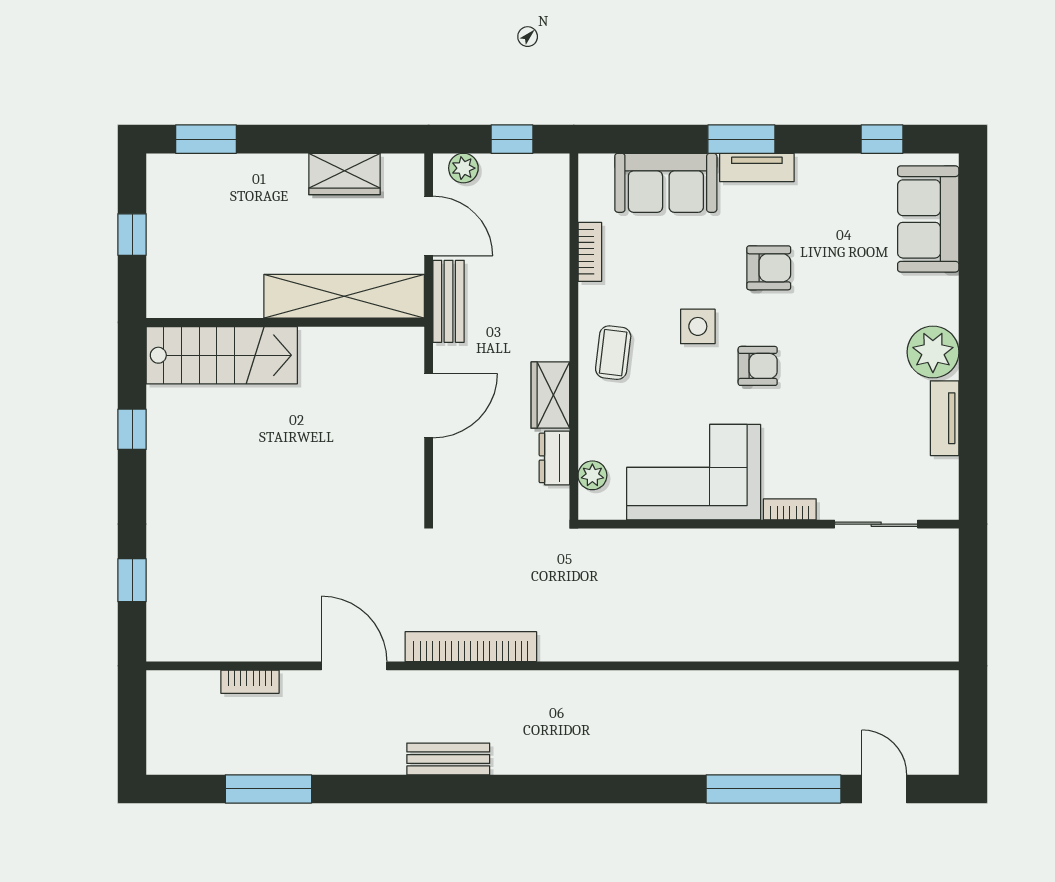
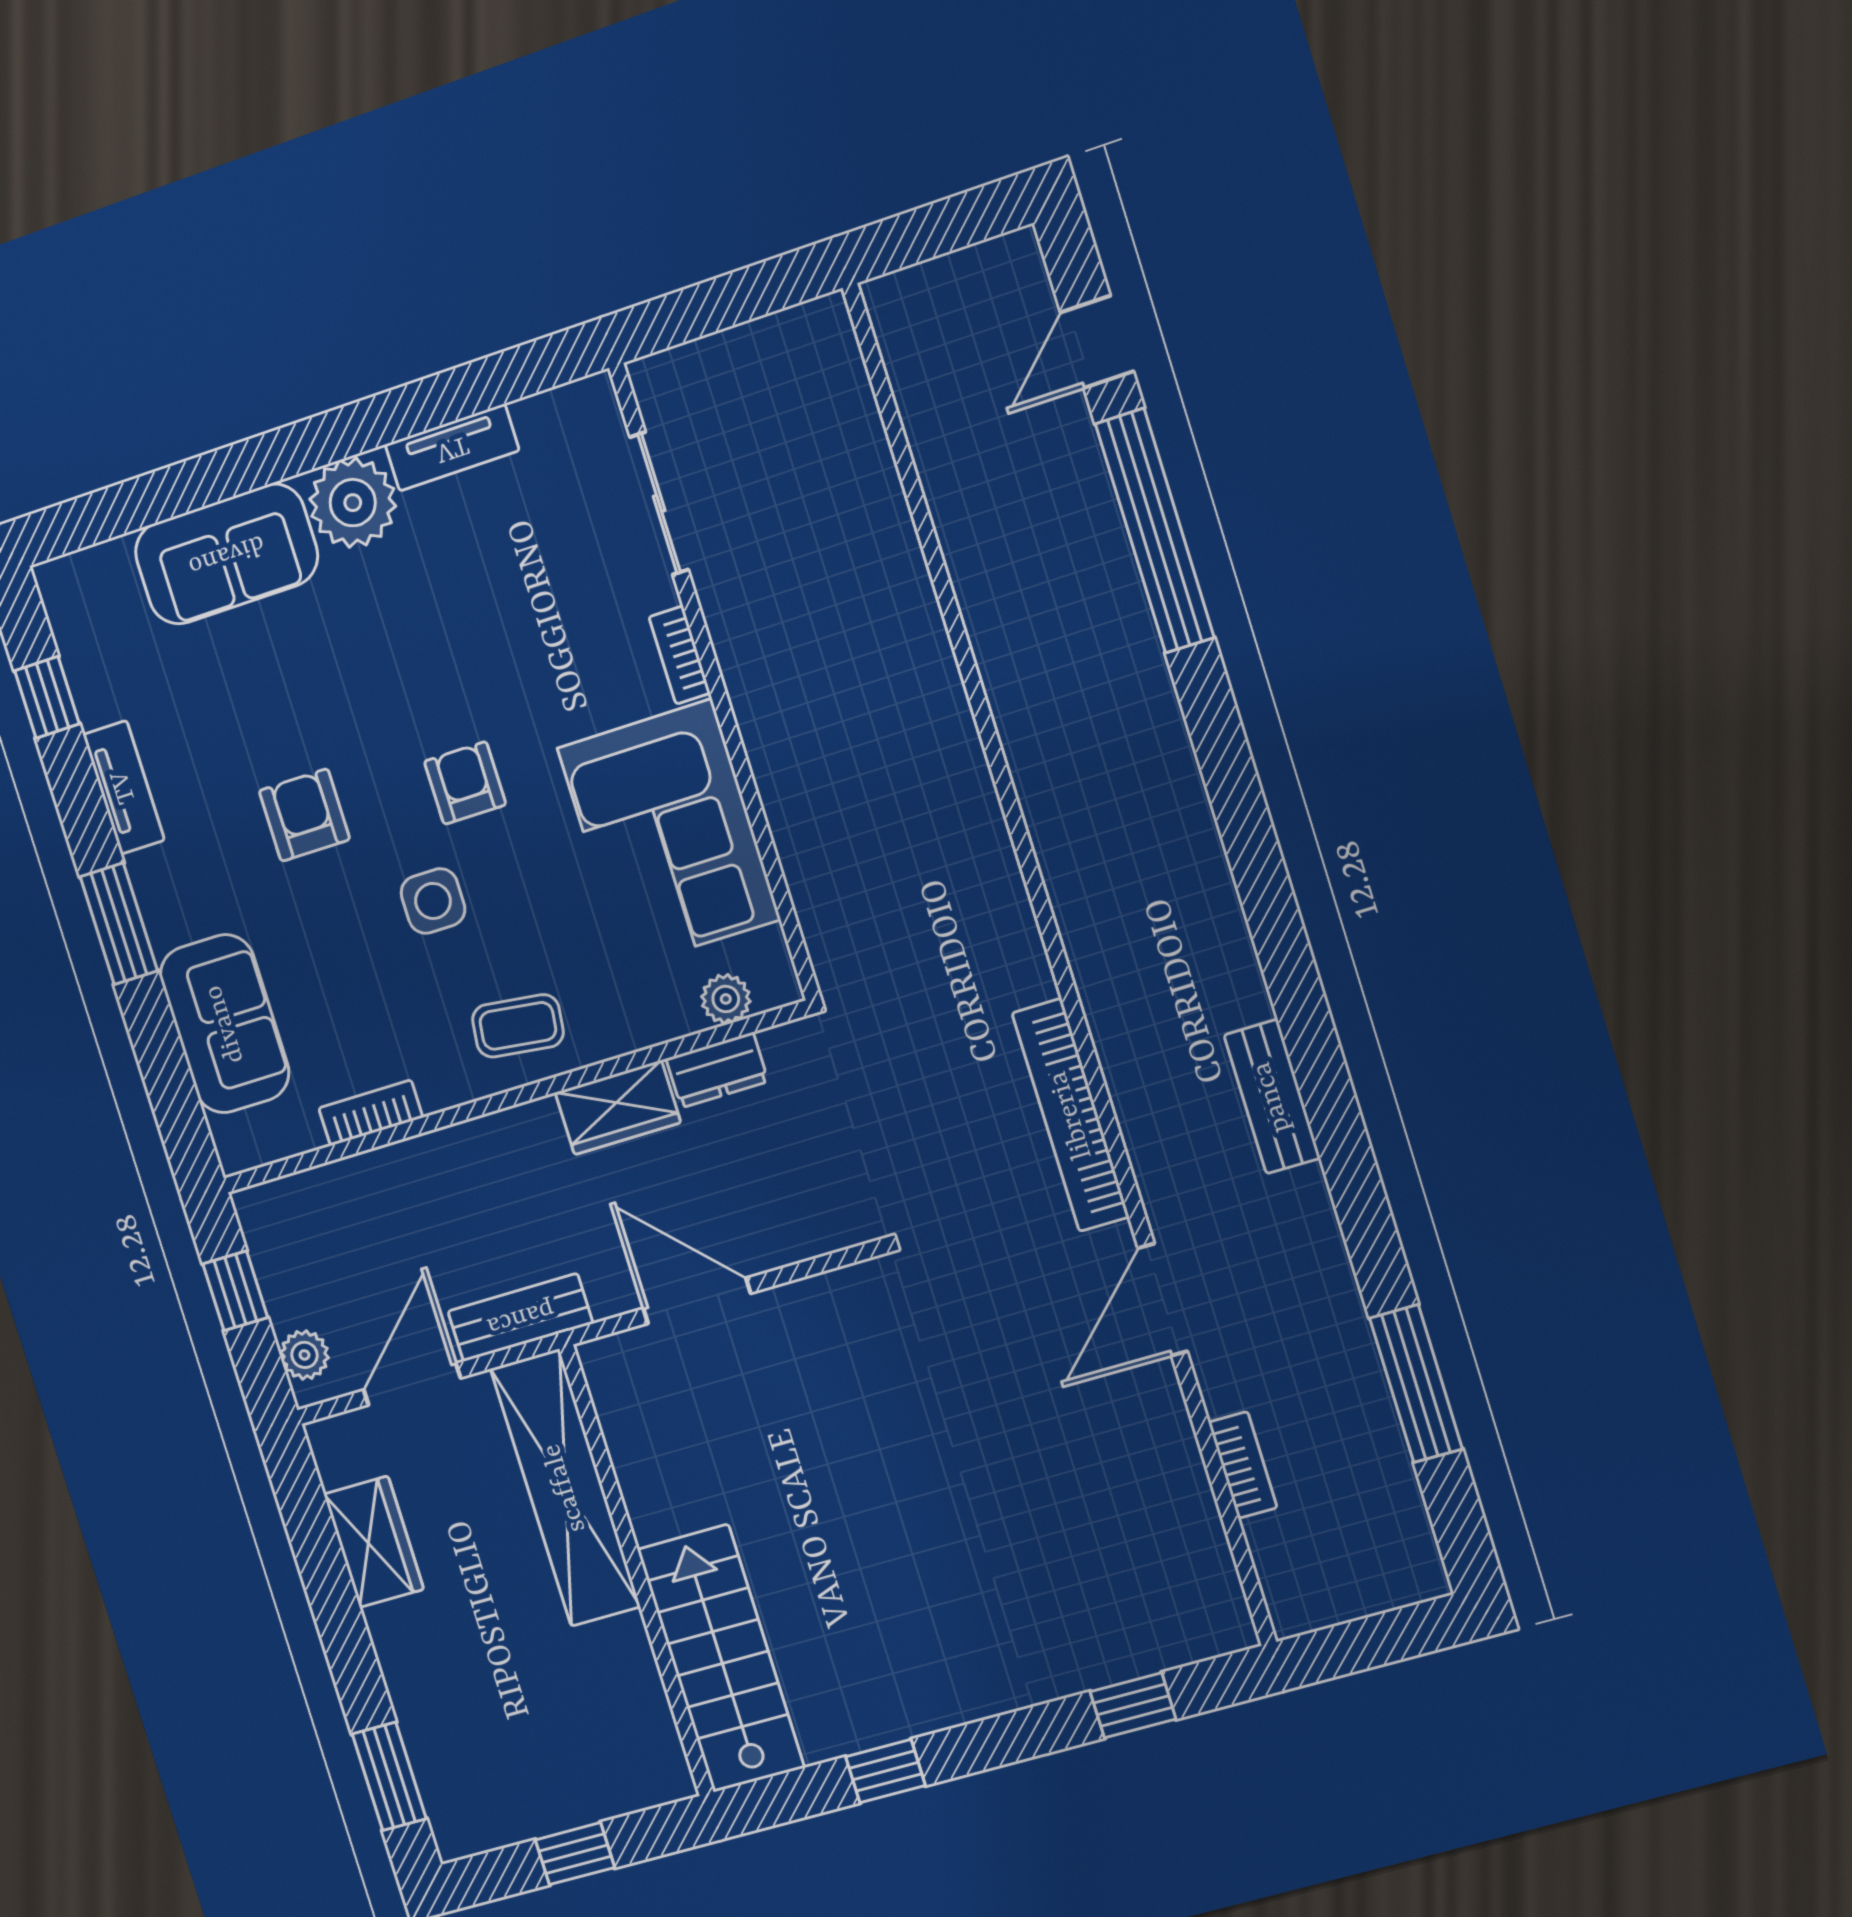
tv unit: (757, 167) -> (124, 787), moved
sofa: (928, 219) -> (226, 554), moved

